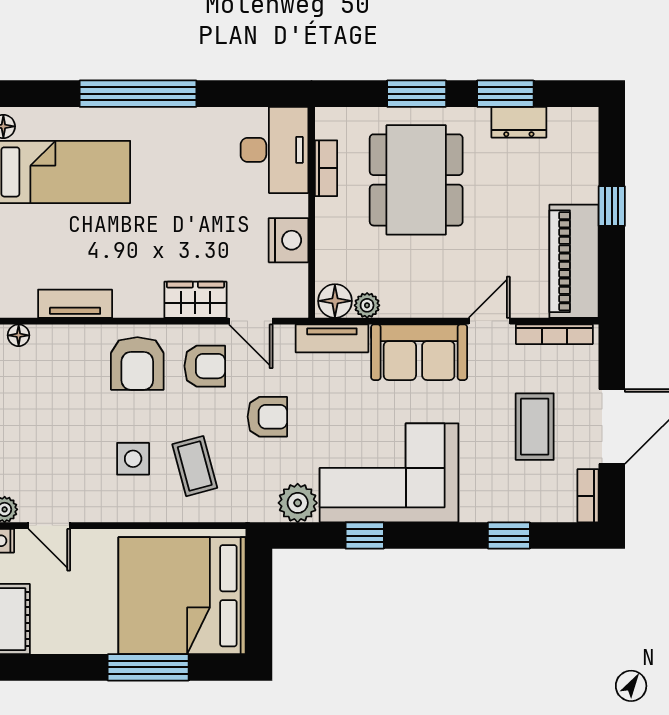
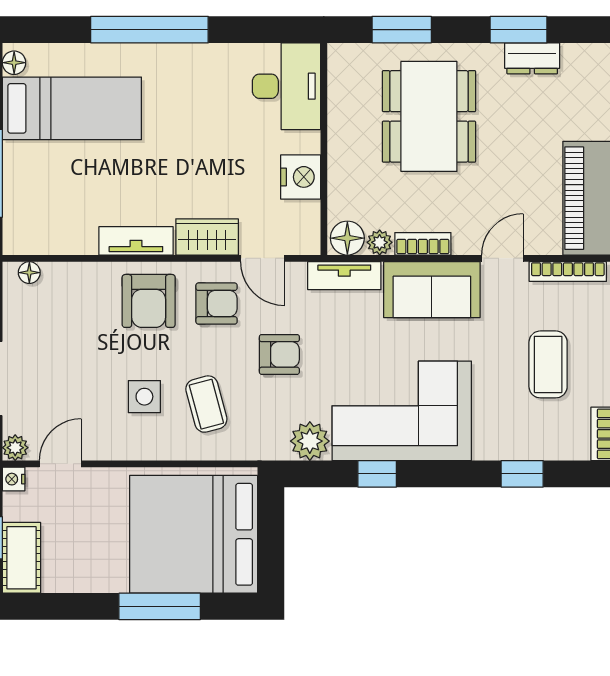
window: (417, 94) -> (402, 30), moved
bookcase: (326, 168) -> (423, 244), moved, turned -90
tv unit: (75, 304) -> (136, 241), moved
door: (49, 526) -> (60, 464), swing flipped

